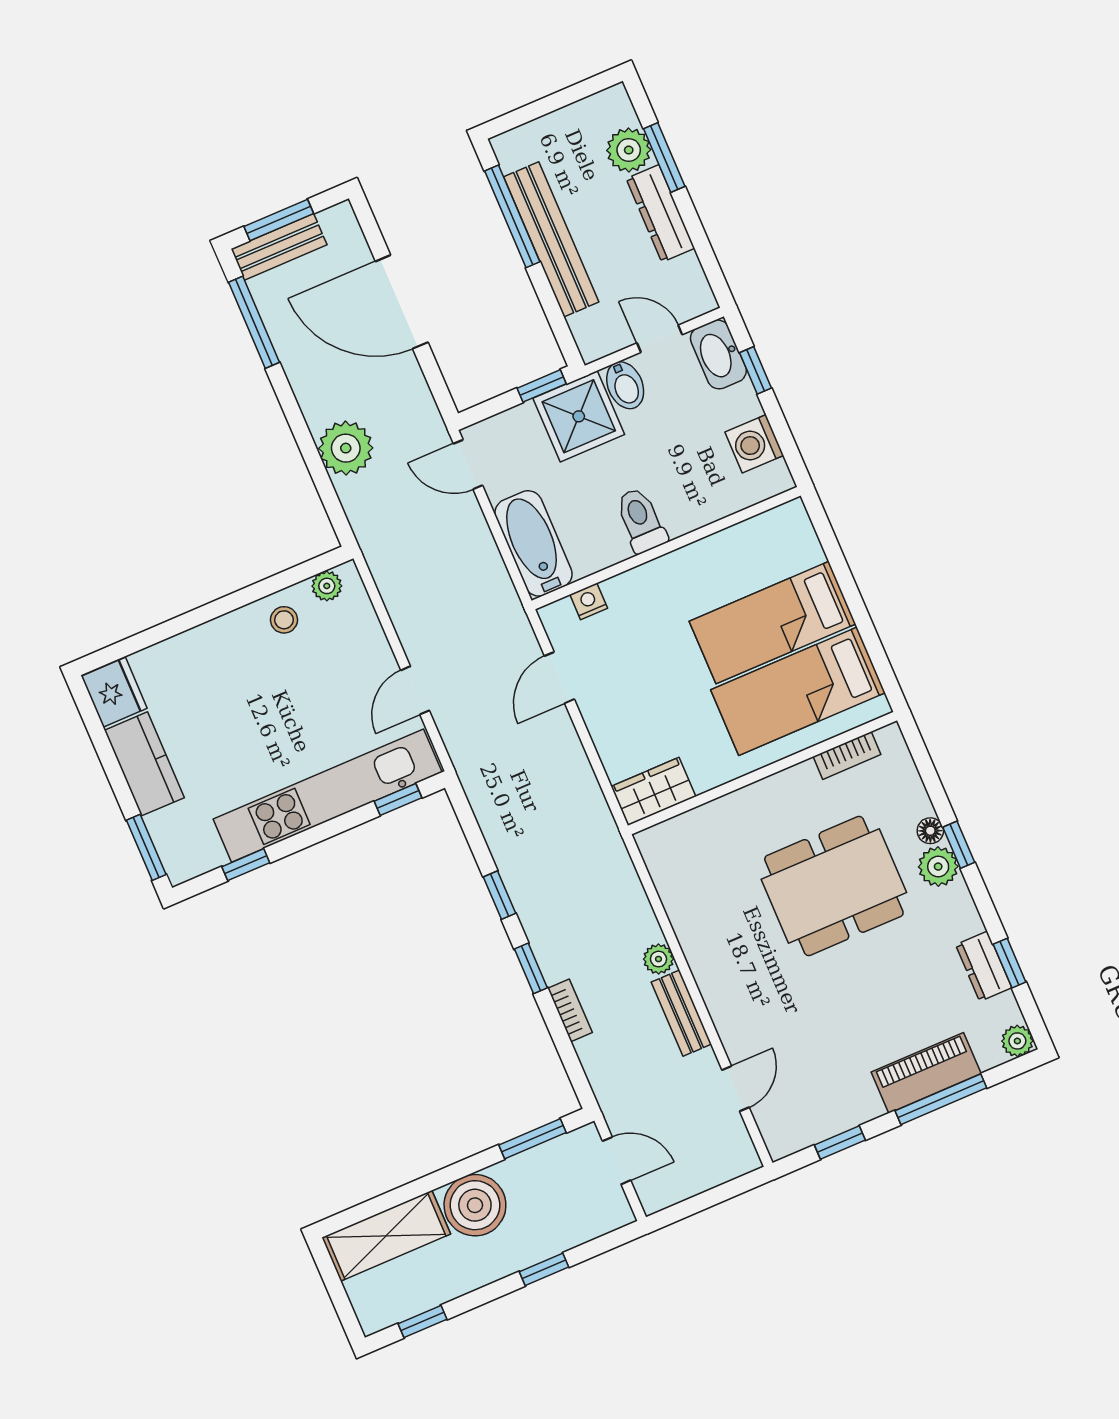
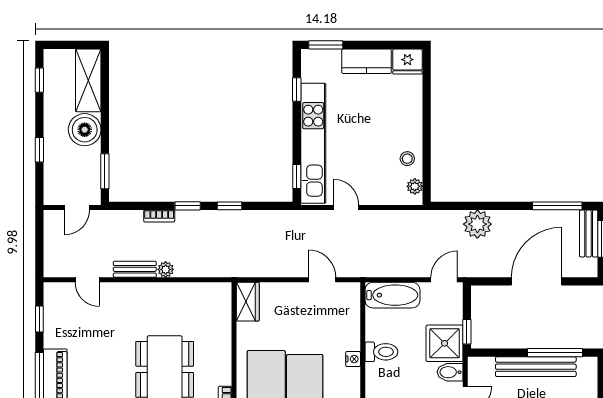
nightstand: (589, 601) -> (353, 359), moved

